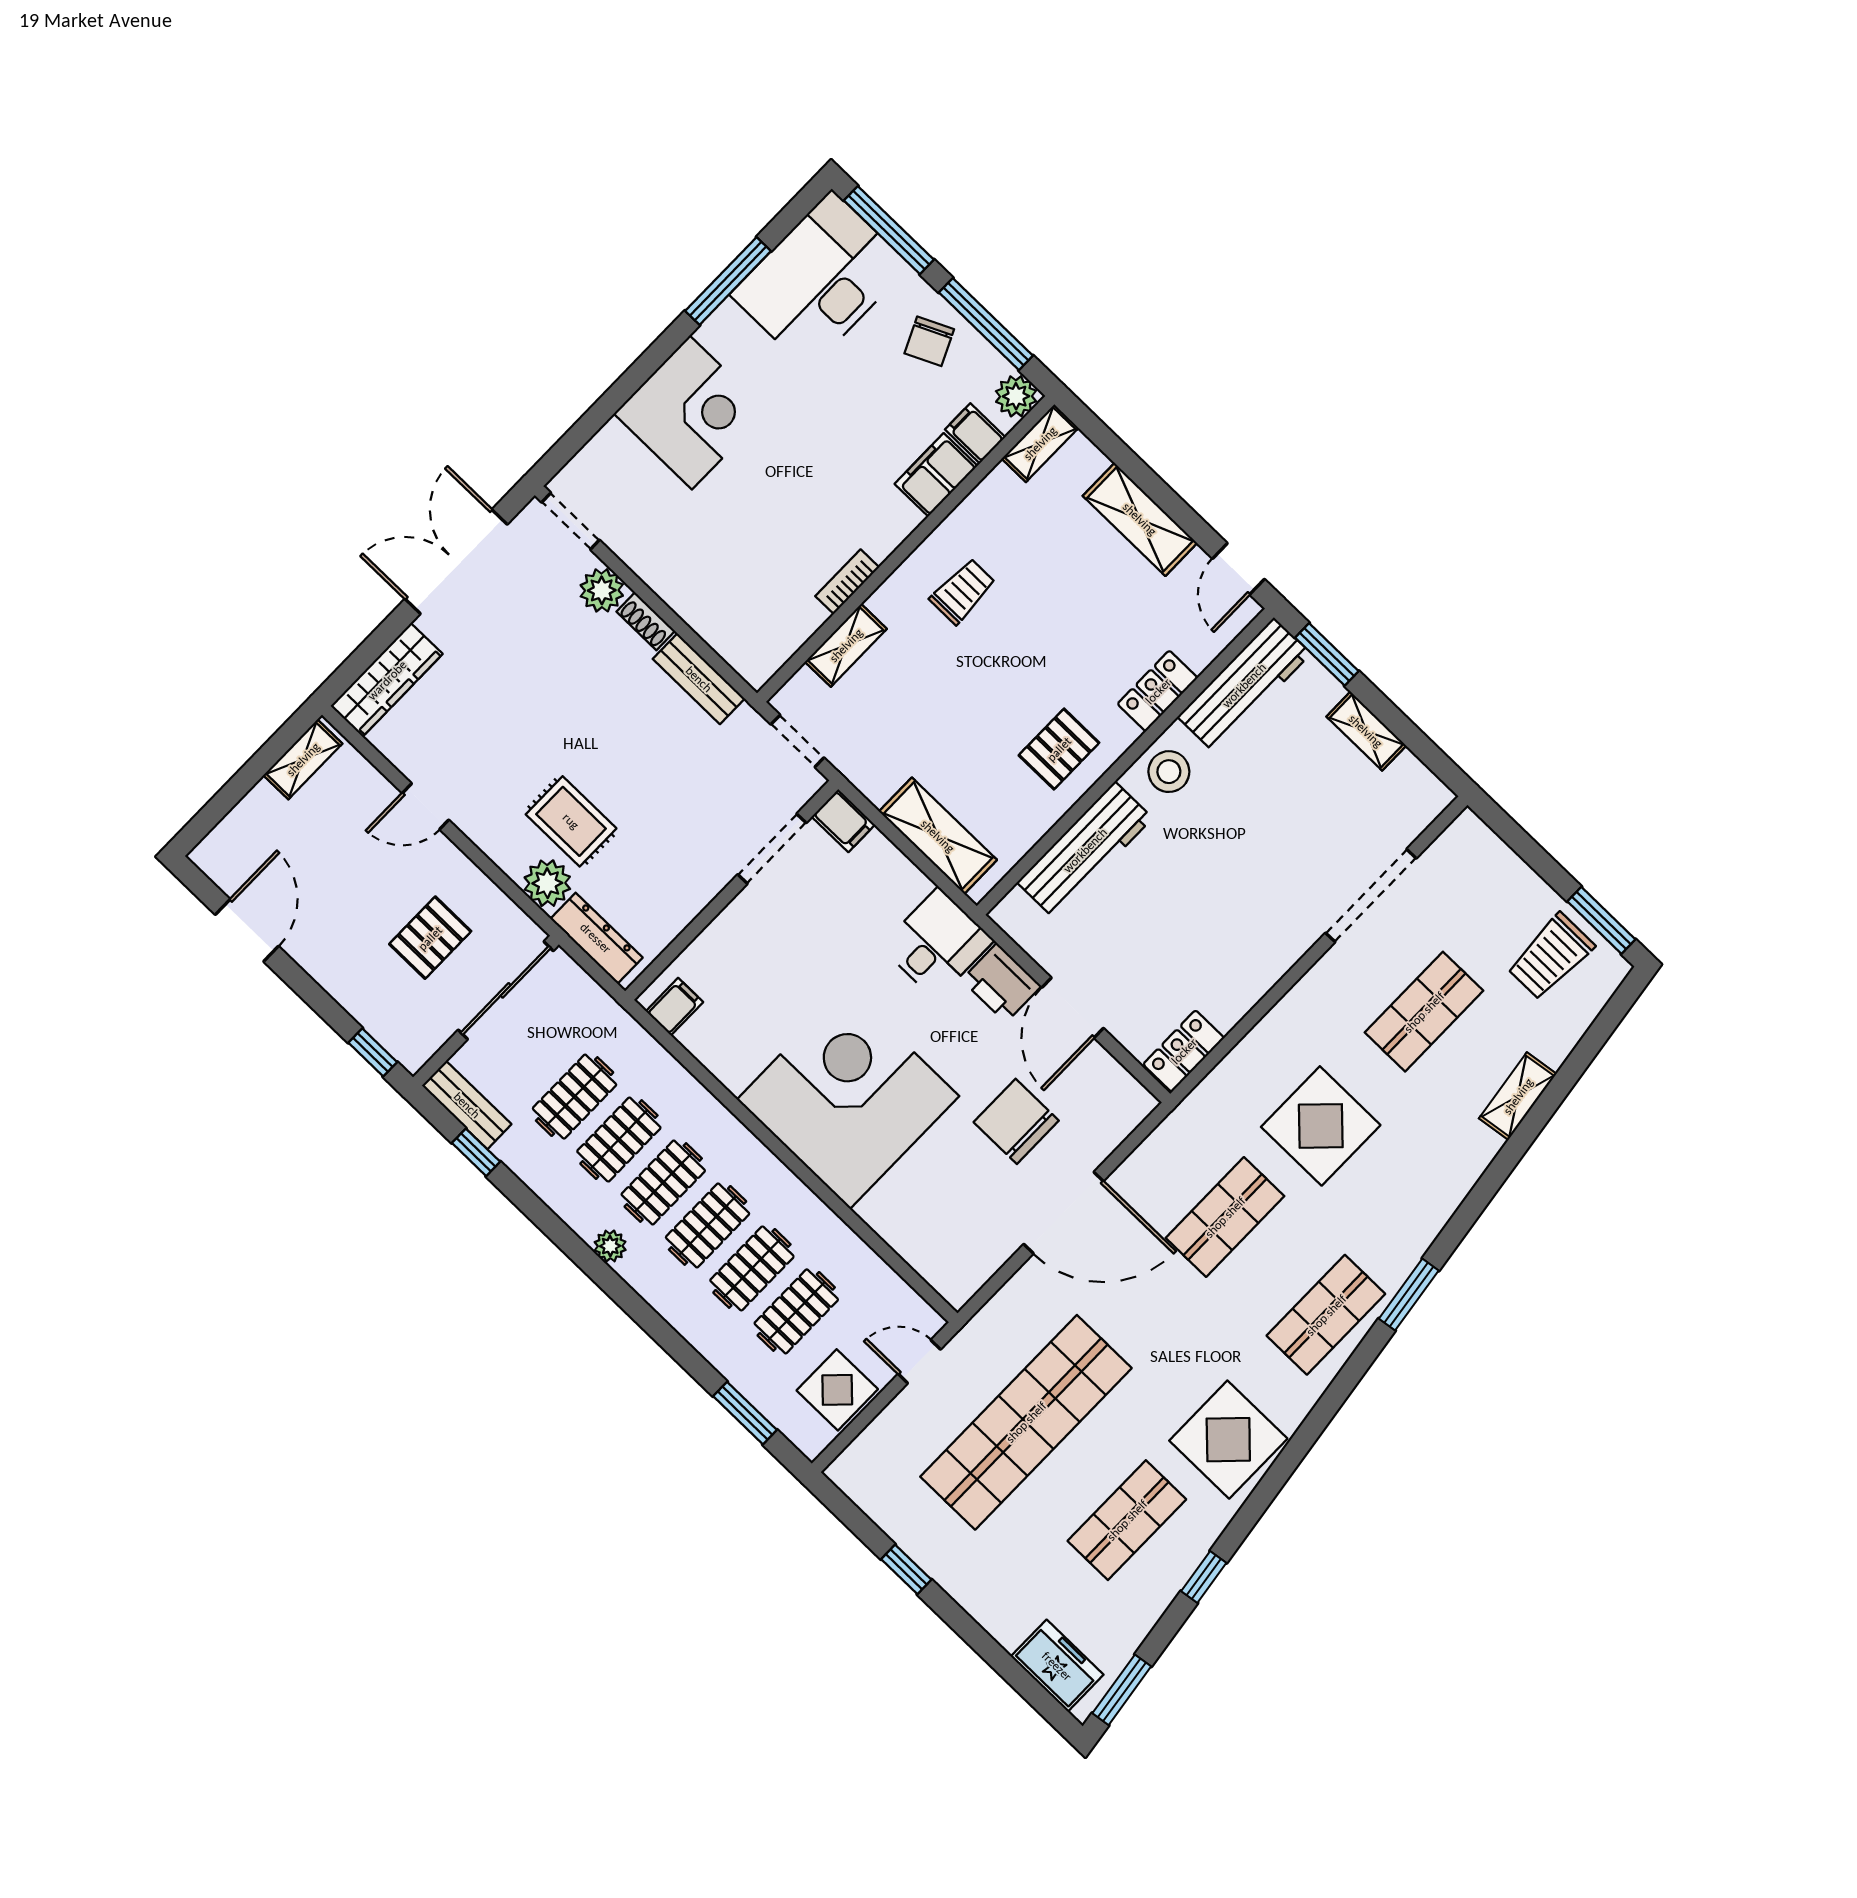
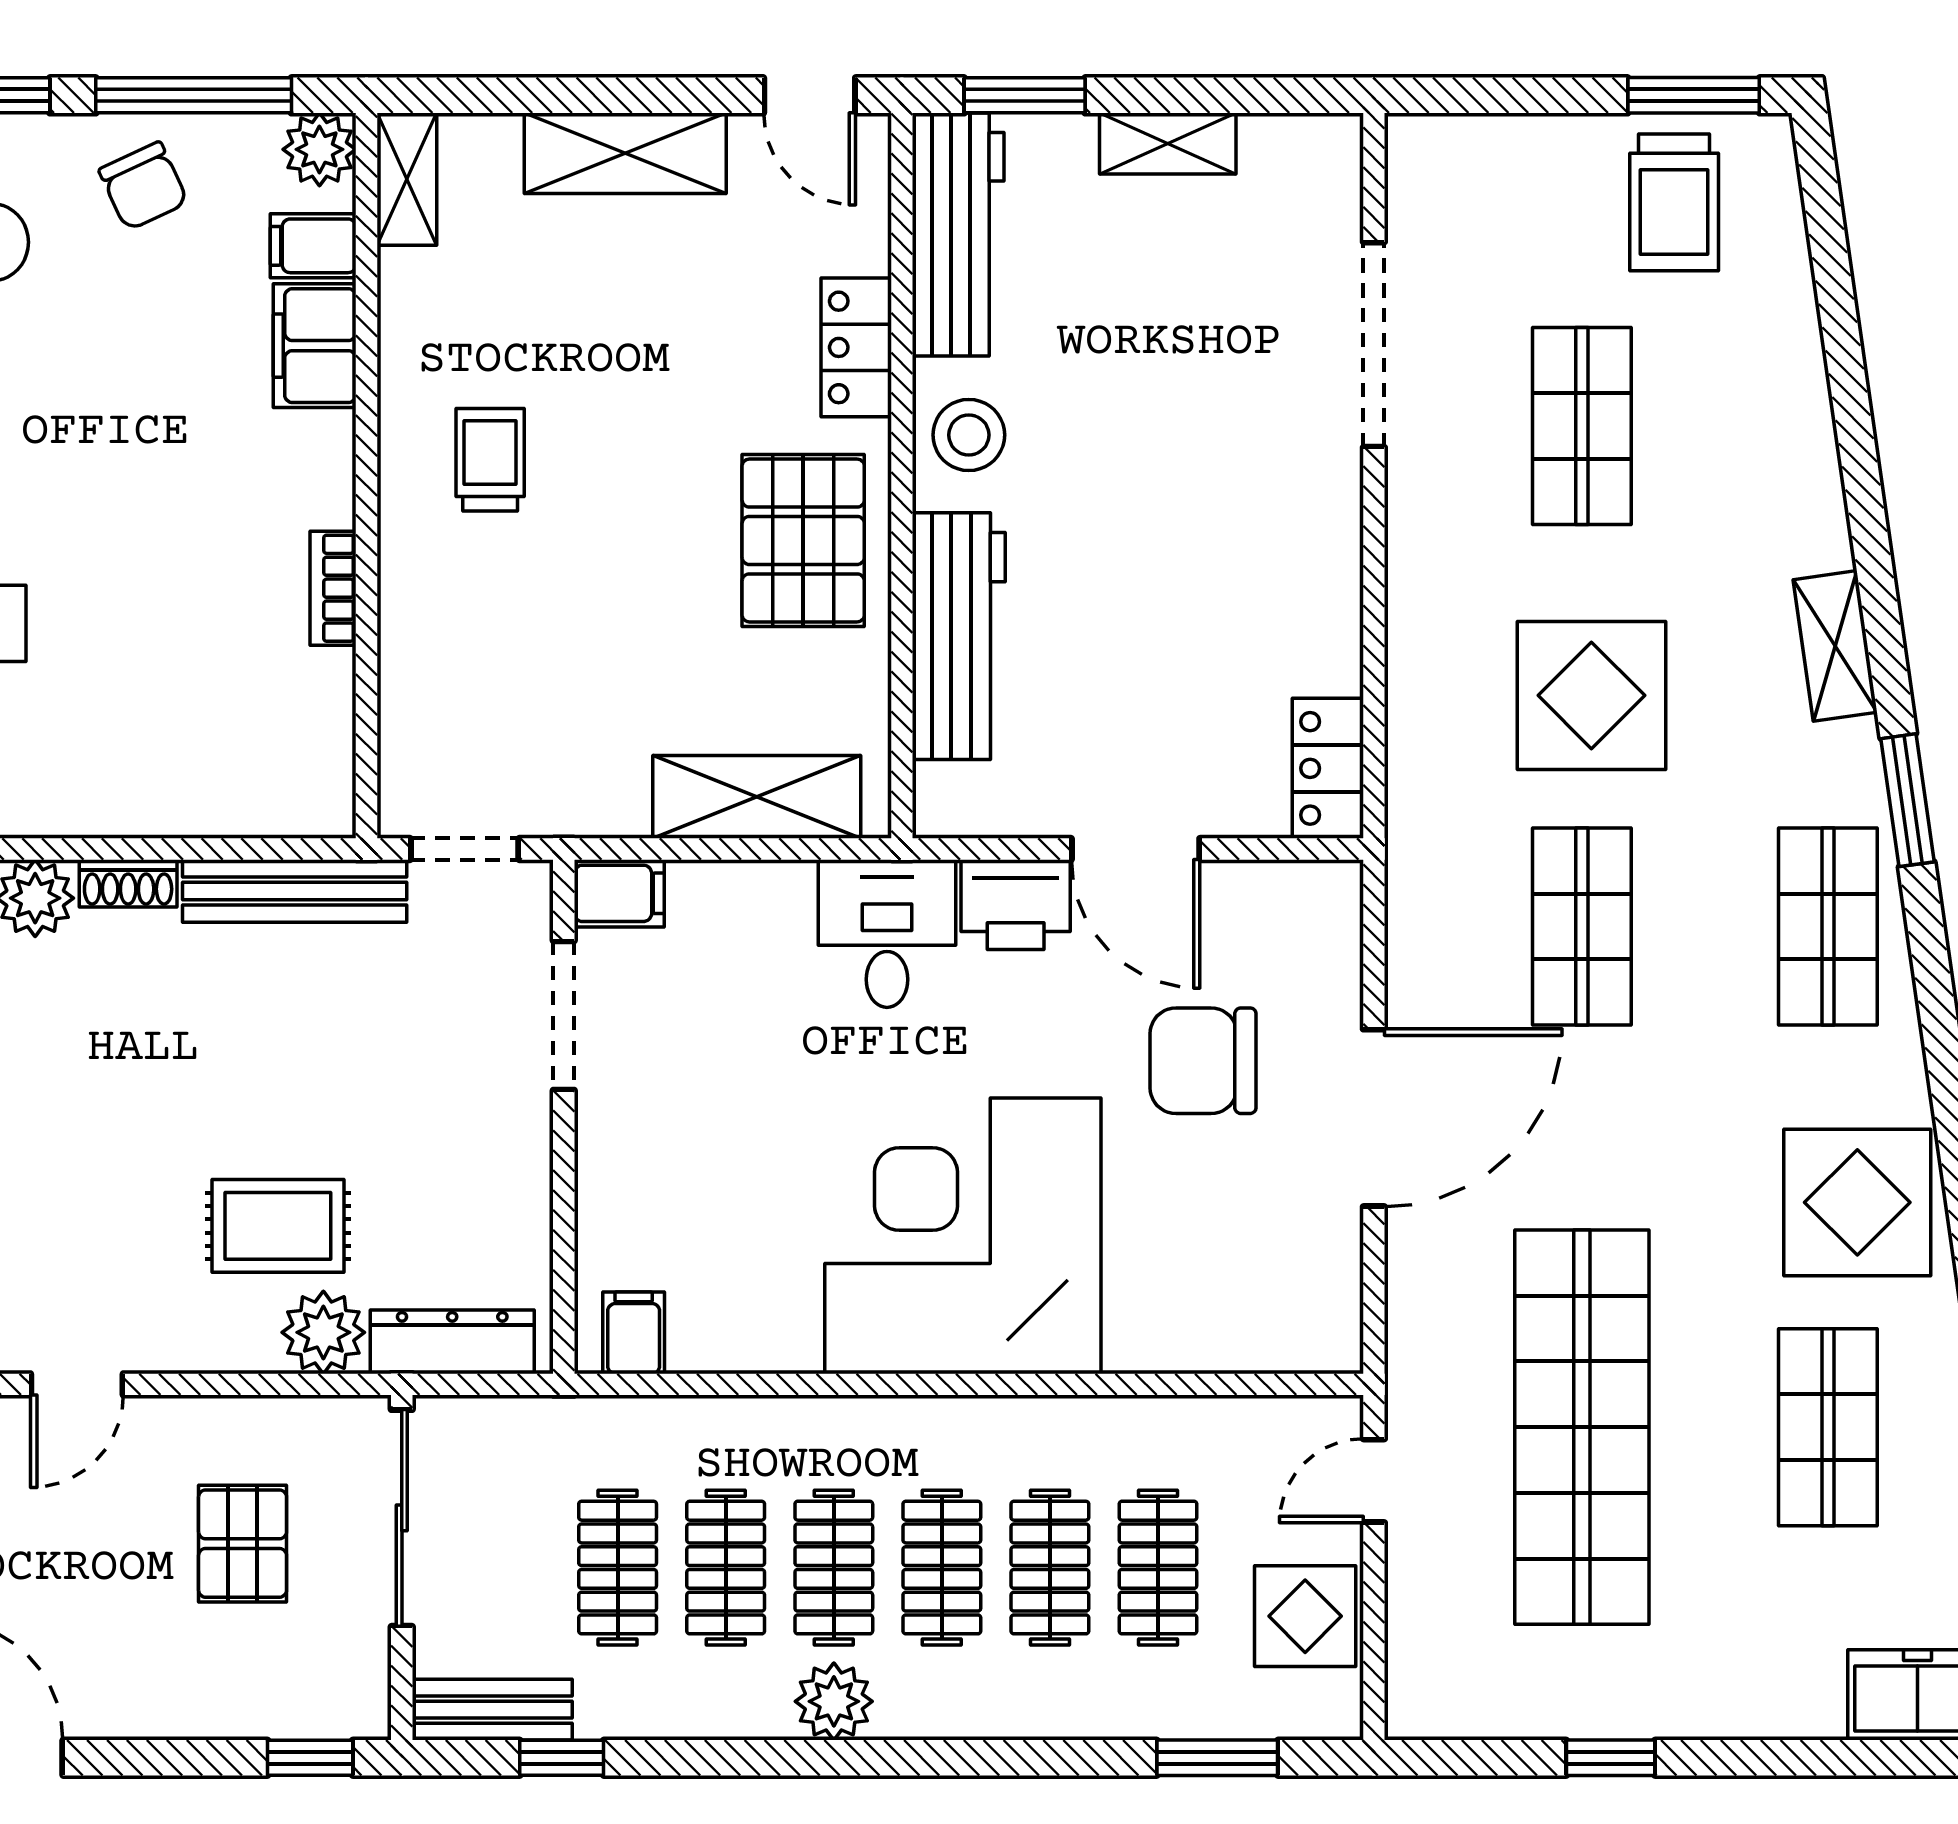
shelving: (846, 645) -> (409, 670), removed
bench: (699, 679) -> (295, 891), width x1.36
pallet: (1059, 749) -> (803, 540), width x1.50, depth x1.42
shelving: (1518, 1096) -> (1835, 646), moved
plant: (610, 1246) -> (834, 1701), width x1.38, depth x1.38

